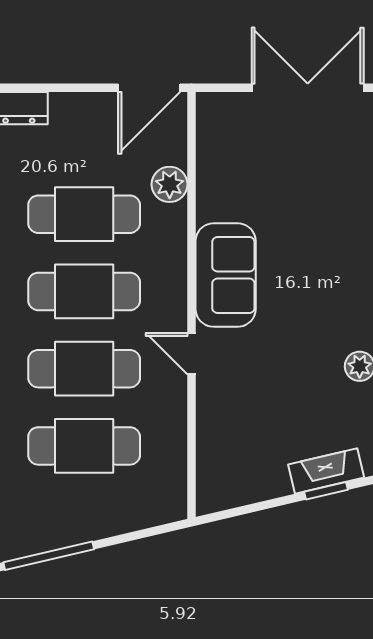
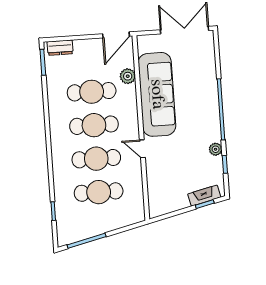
sofa: (226, 275) -> (157, 94), width x1.85, depth x1.27

